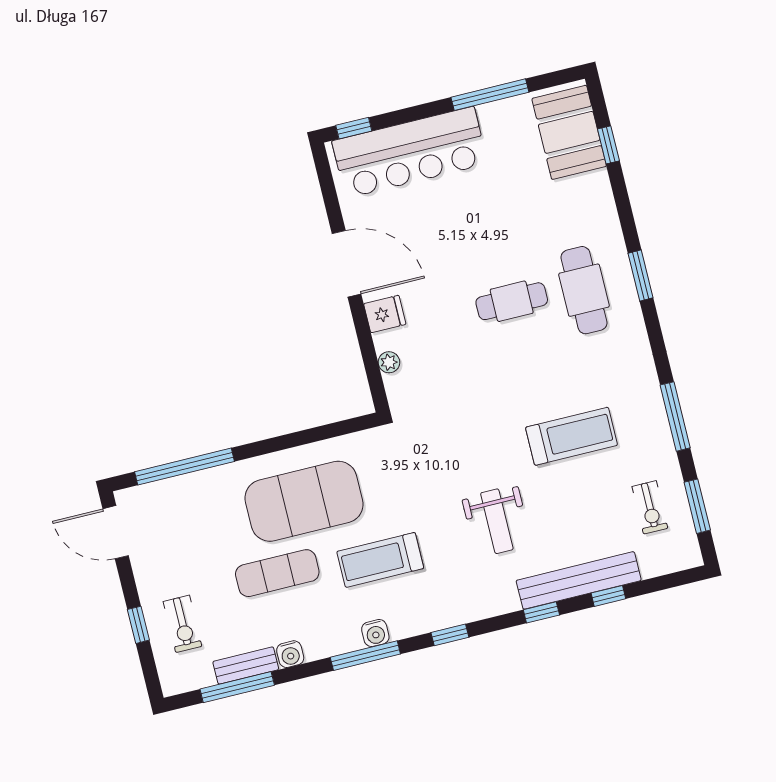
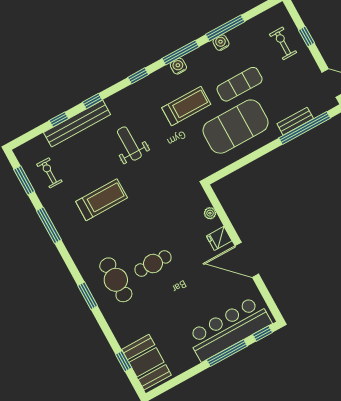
window: (490, 95) -> (227, 353), moved
treadmill: (572, 436) -> (102, 200), turned 180
bench: (246, 666) -> (295, 121), moved
window: (237, 687) -> (225, 28), moved

